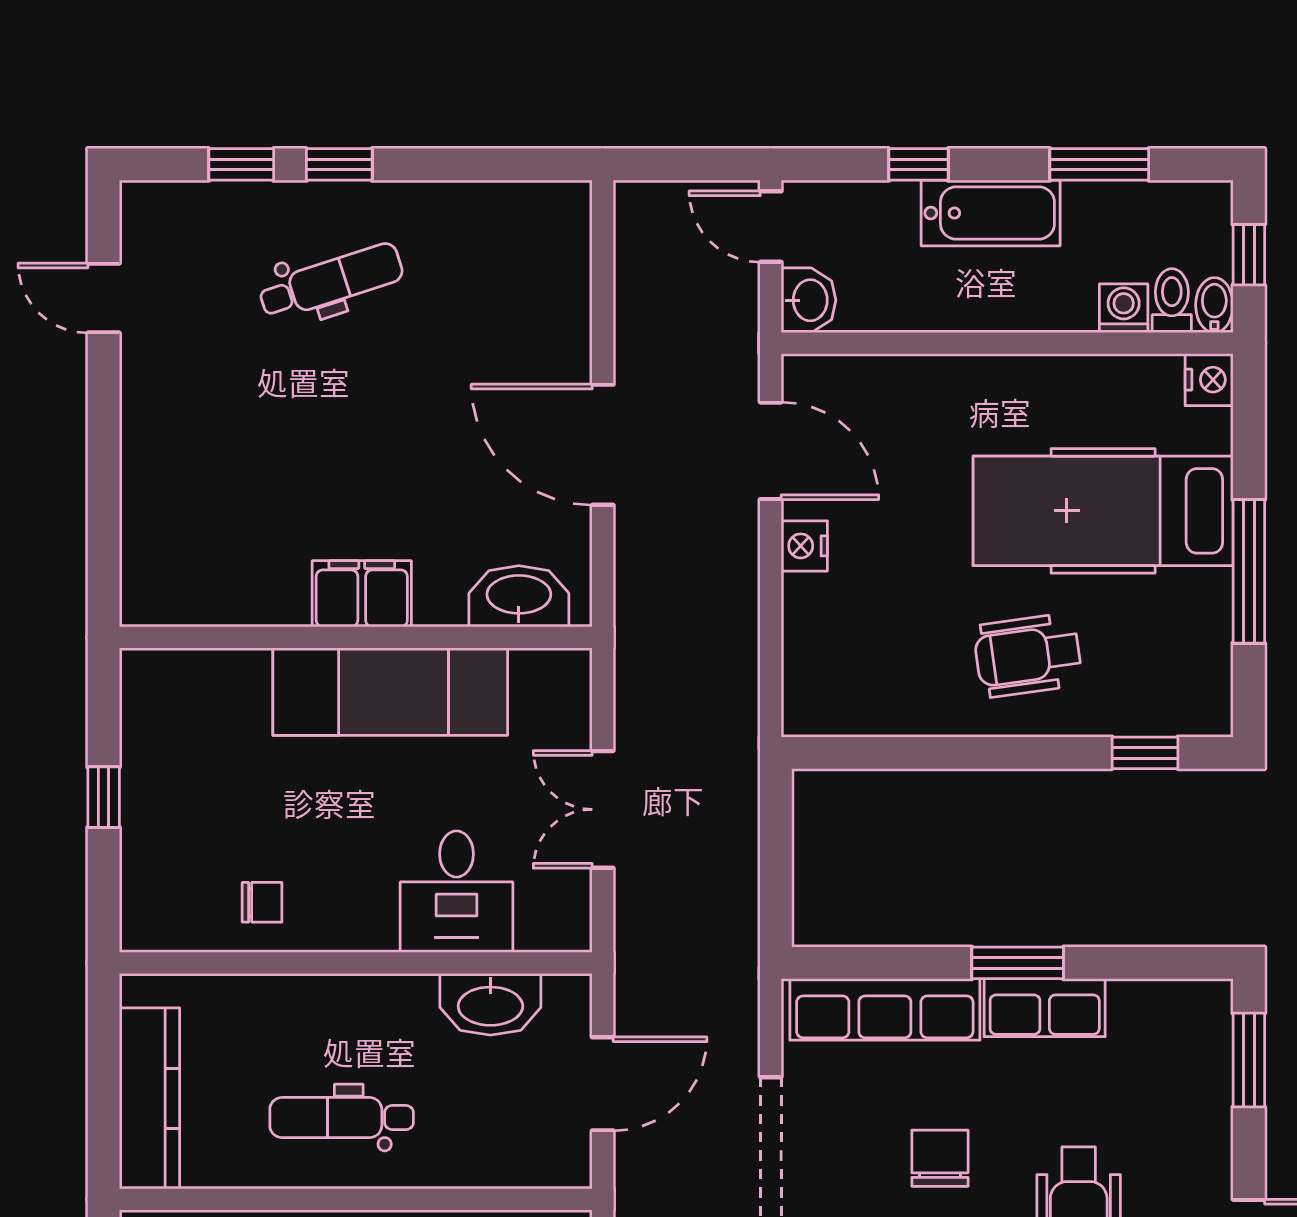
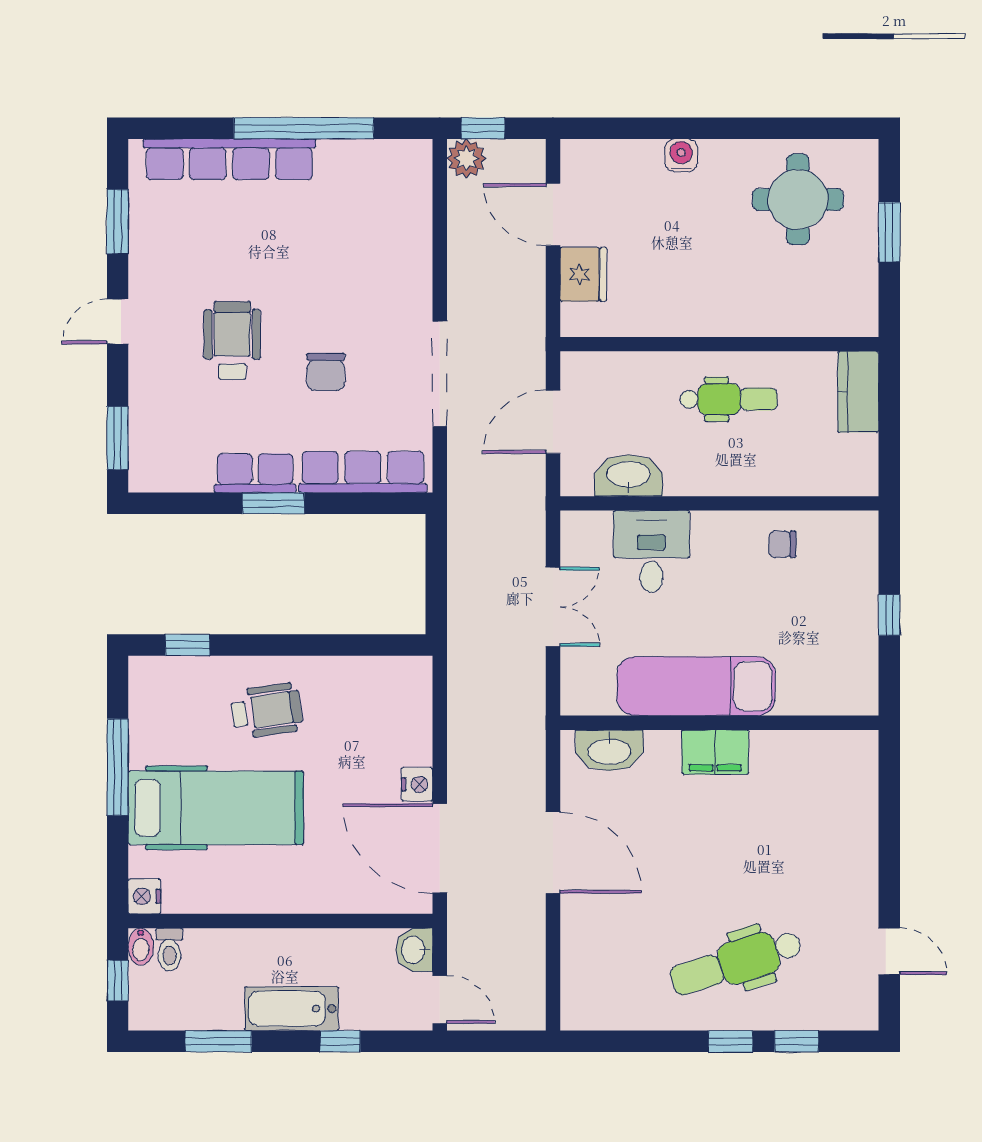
dental chair: (331, 281) -> (736, 962), width x1.36, depth x1.38
washing machine: (1124, 308) -> (202, 944), removed
door: (771, 451) -> (440, 848), width x1.36
kitchen counter: (150, 1098) -> (858, 392), width x0.67

